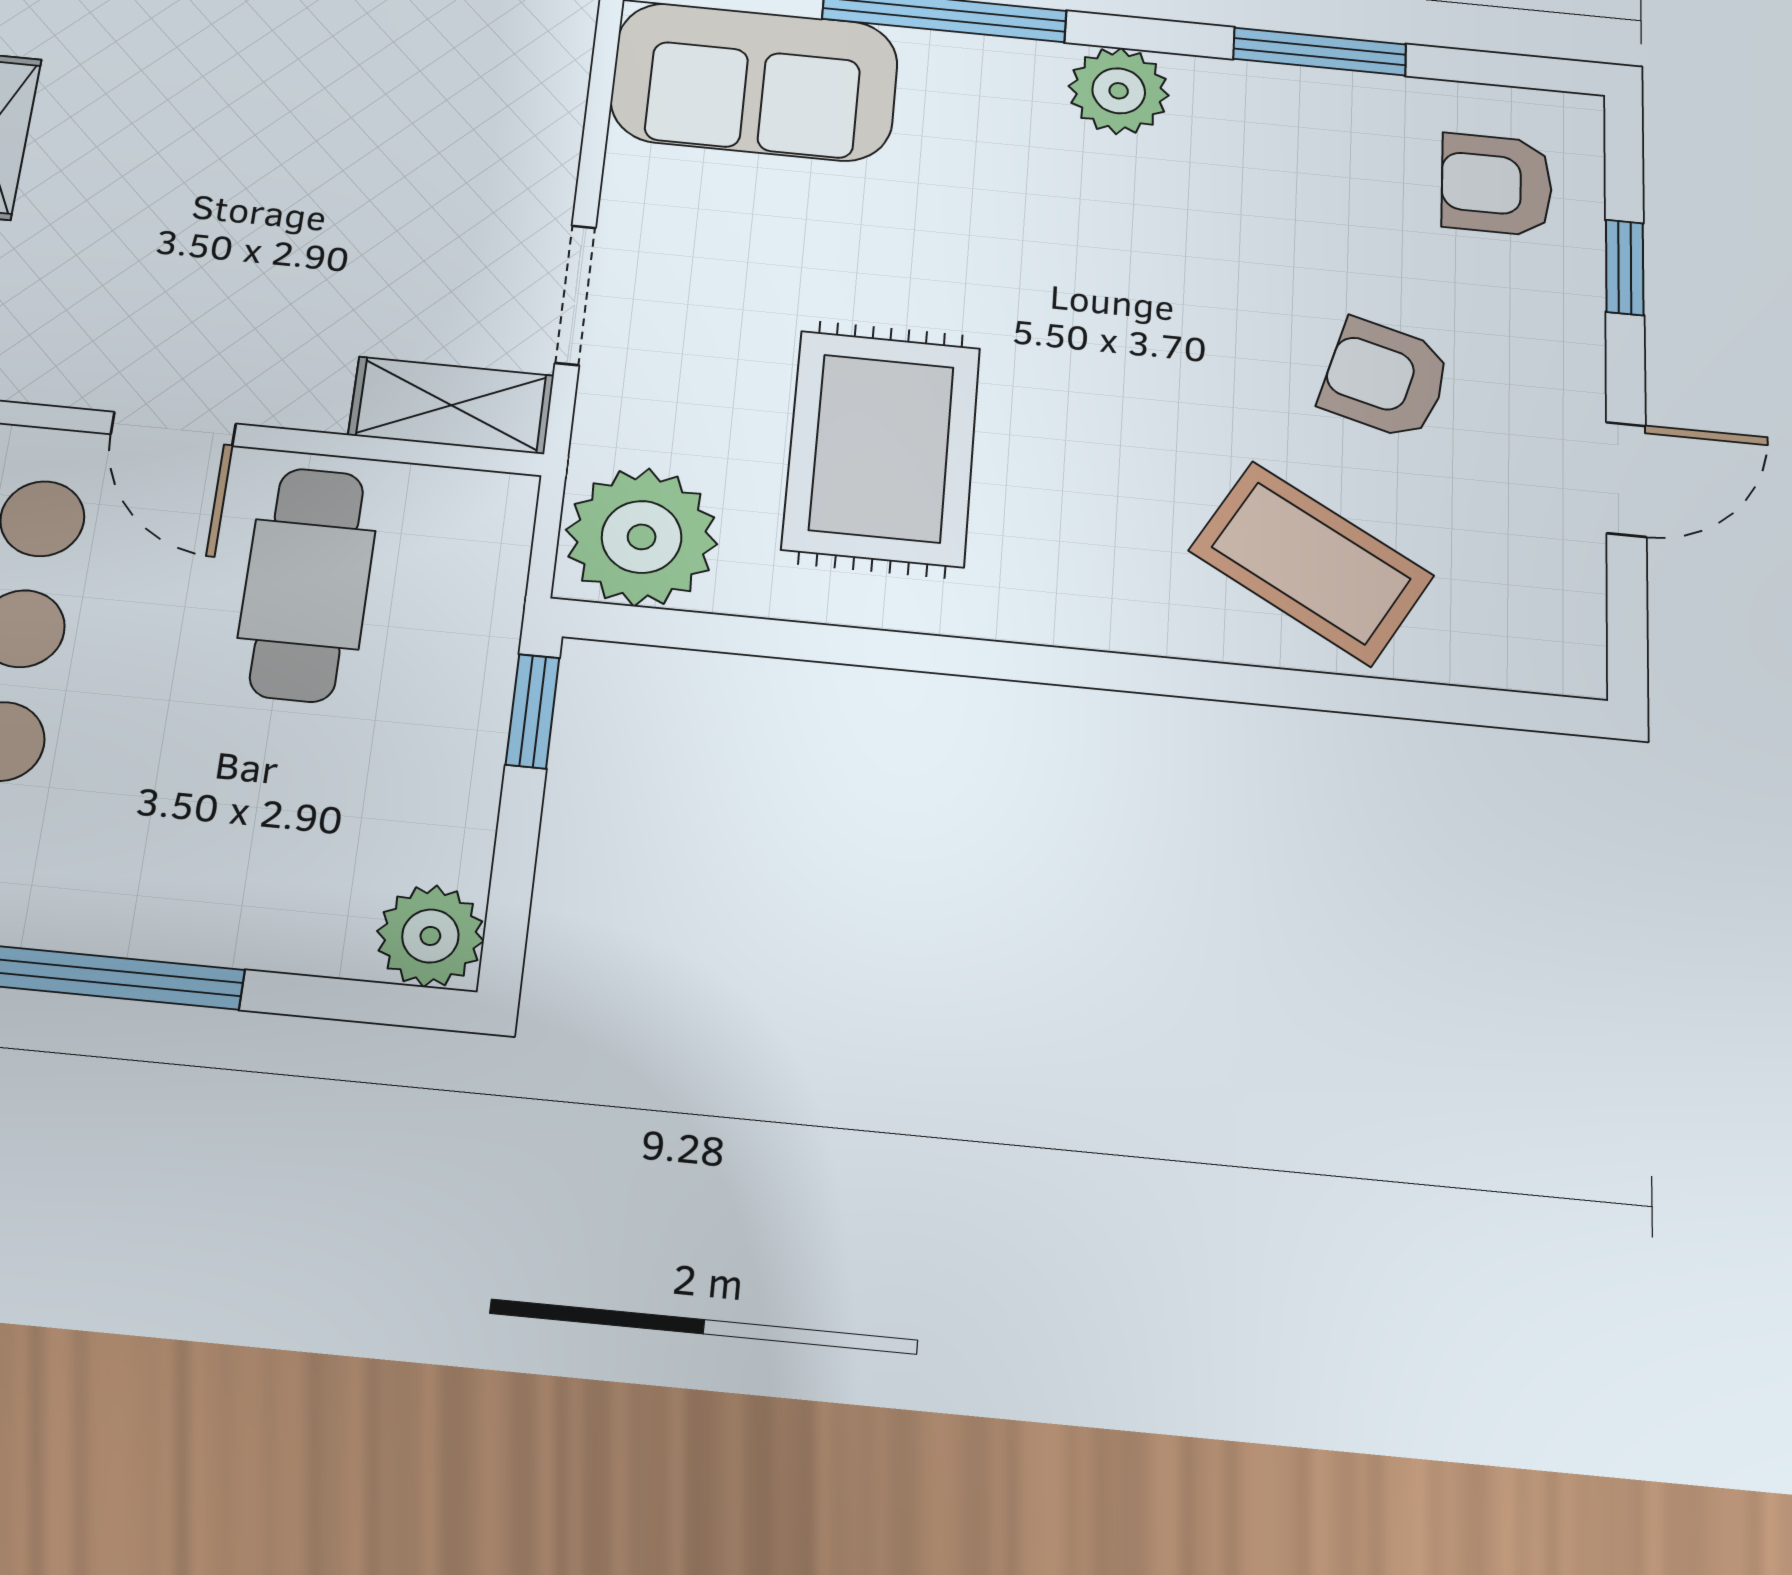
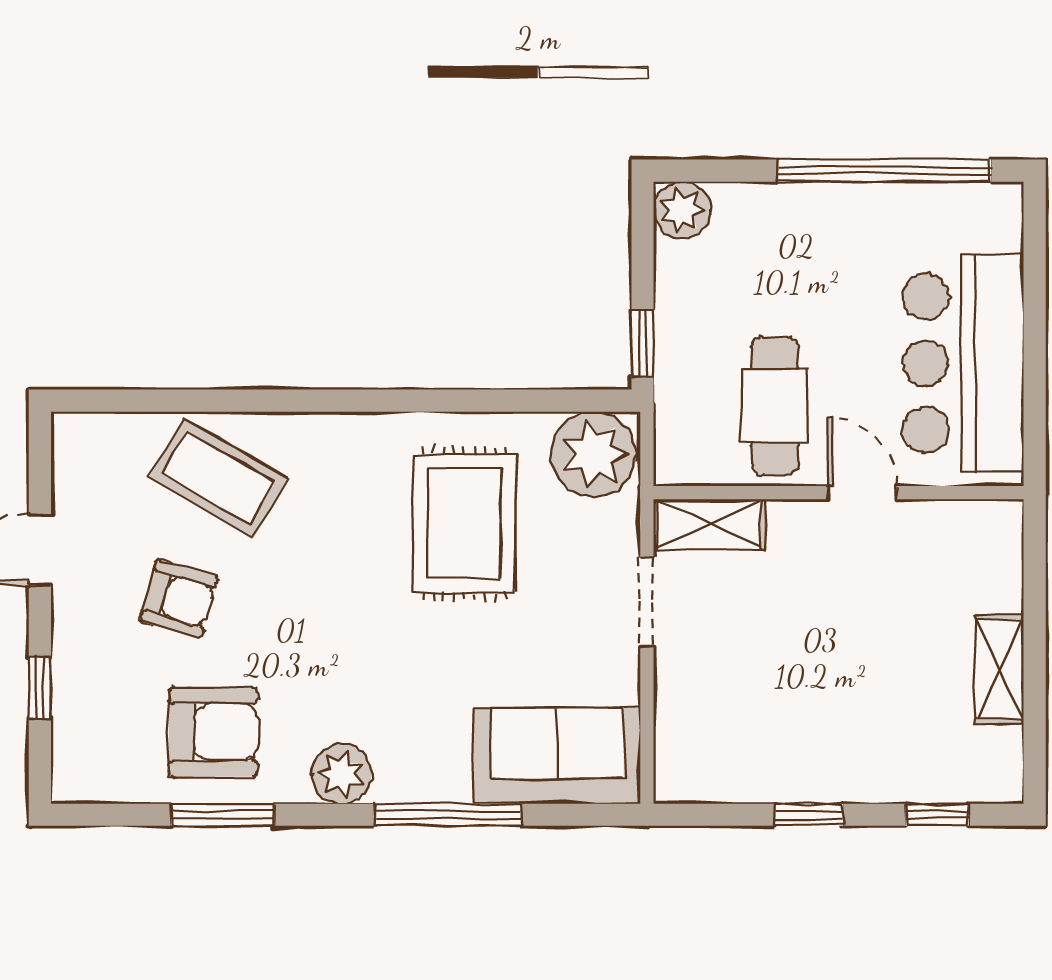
armchair: (1497, 185) -> (213, 732), moved, width x1.38, depth x1.38

